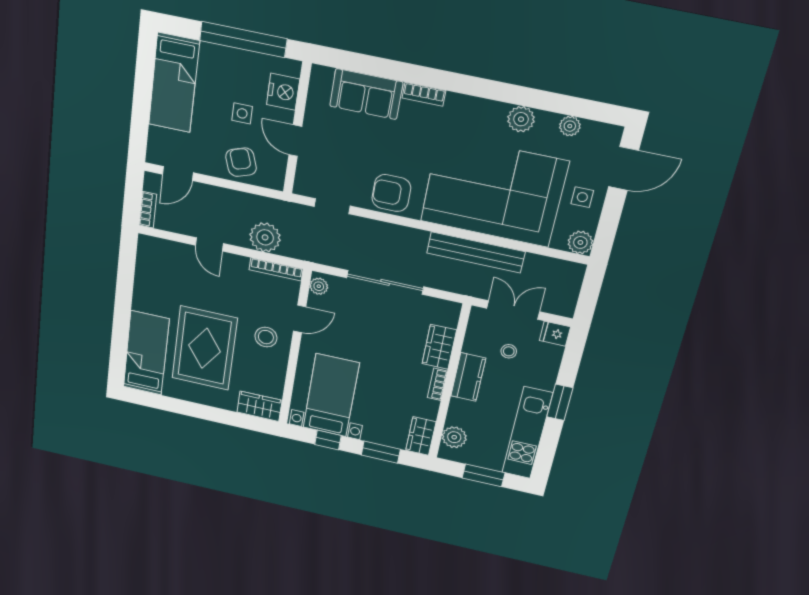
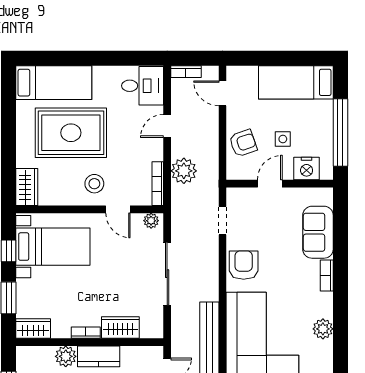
plant: (521, 119) -> (323, 329), moved
desk: (159, 261) -> (143, 86), added
plant: (454, 437) -> (66, 356), moved

